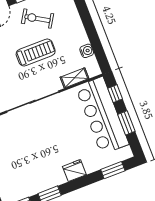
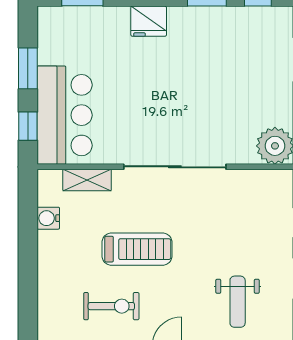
exercise bike: (37, 19) -> (111, 306), turned -31
treadmill: (36, 53) -> (137, 249), turned 180
bar counter: (102, 115) -> (65, 115), width x0.73

